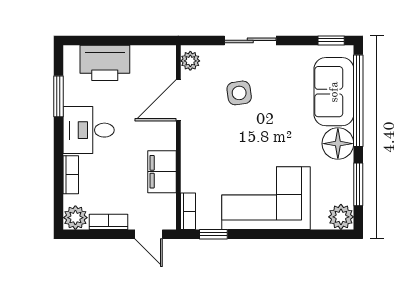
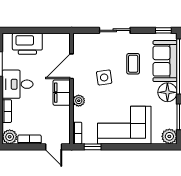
plant: (190, 61) -> (79, 101), moved
side table: (239, 93) -> (104, 77), moved
coffee table: (281, 96) -> (133, 64), added
filing cabinet: (162, 172) -> (62, 93), moved

